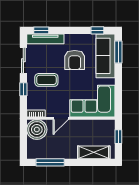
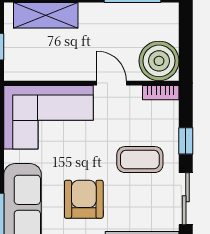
door: (61, 118) -> (112, 83), hinge flipped

